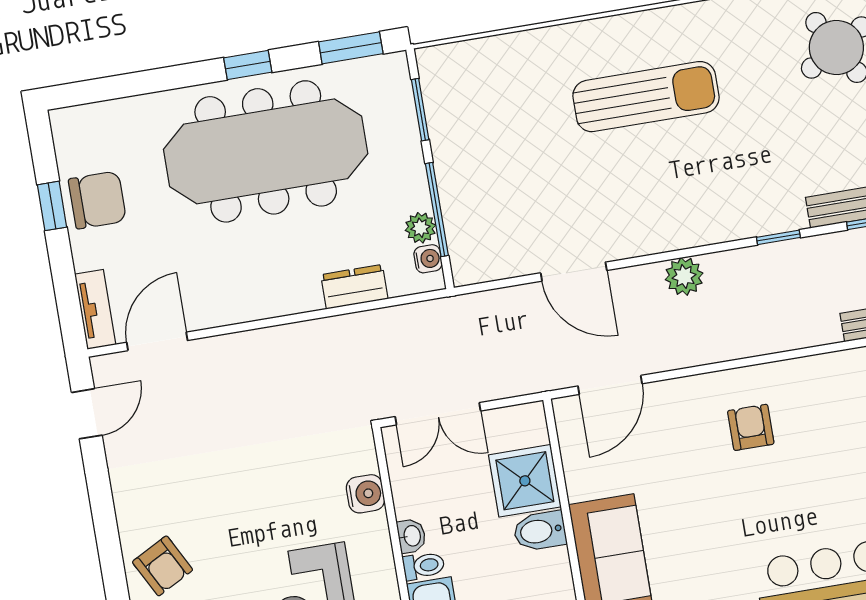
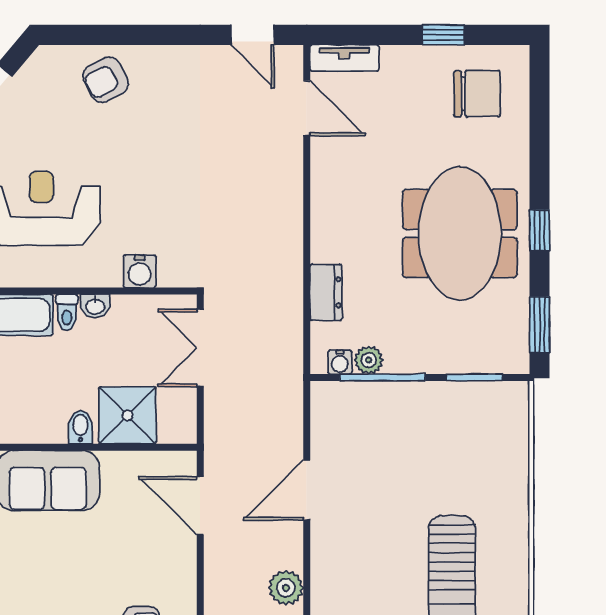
meeting table: (266, 151) -> (460, 233), width x0.73
chair: (97, 200) -> (477, 94), moved, turned -90
bidet: (540, 531) -> (80, 427), width x0.72, depth x0.74

